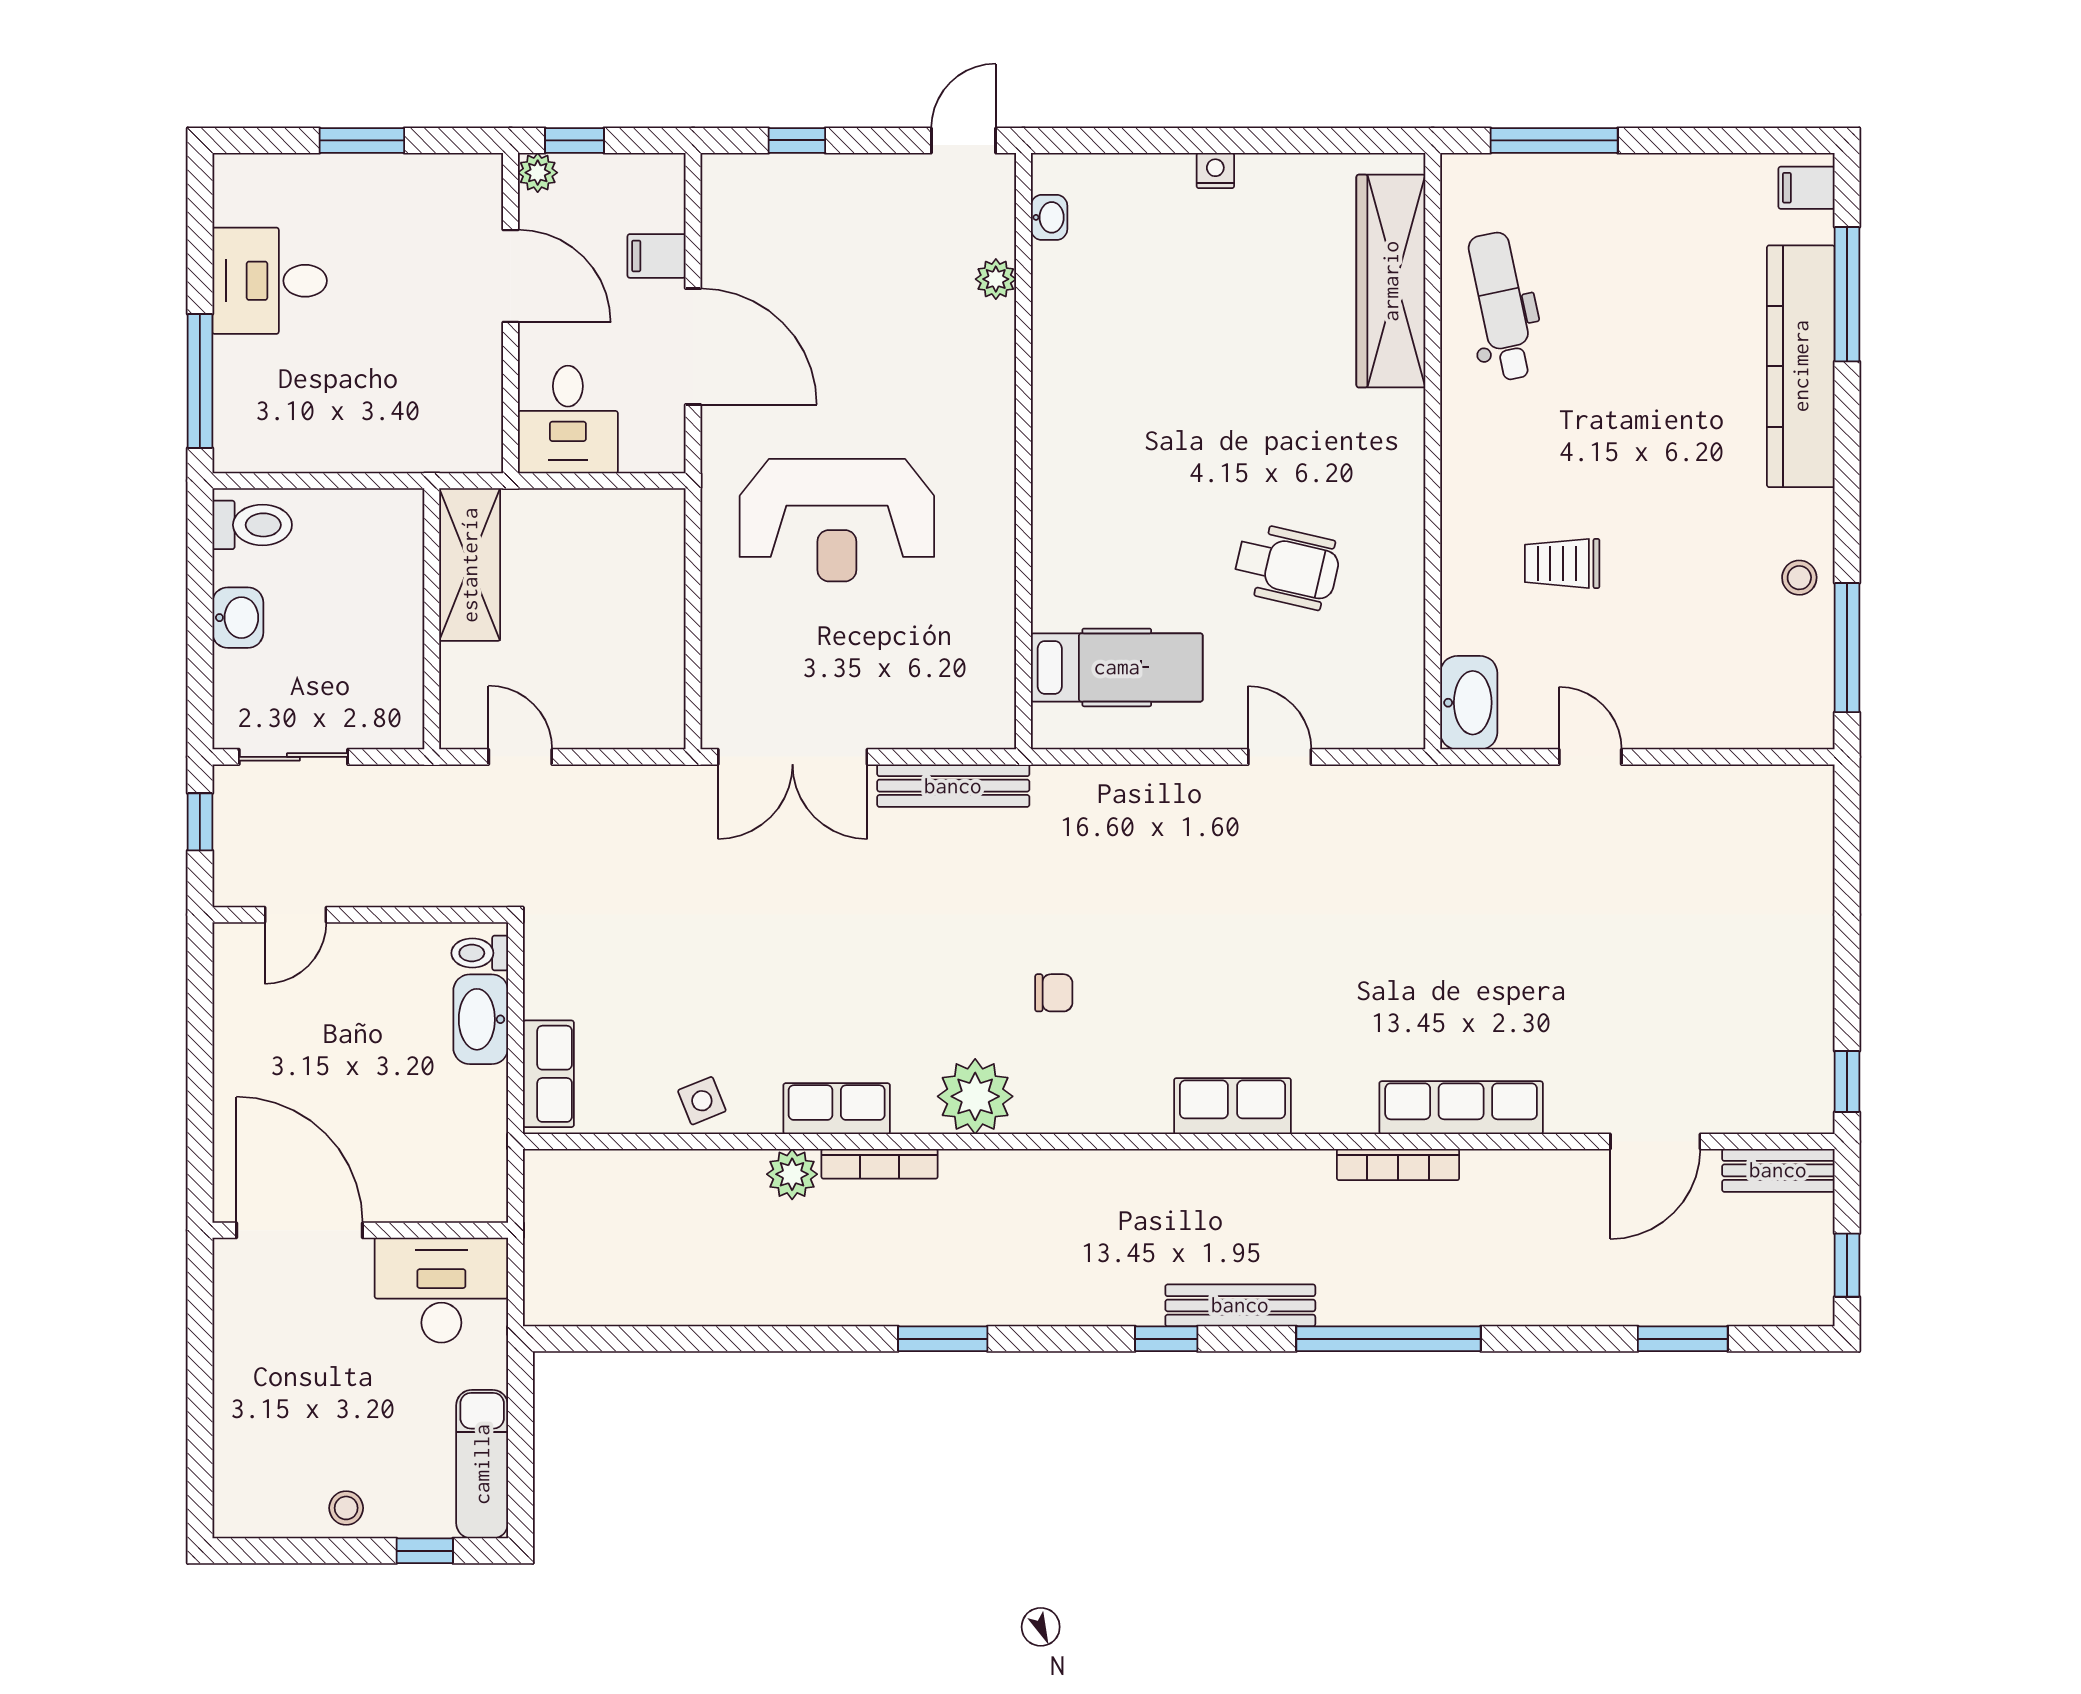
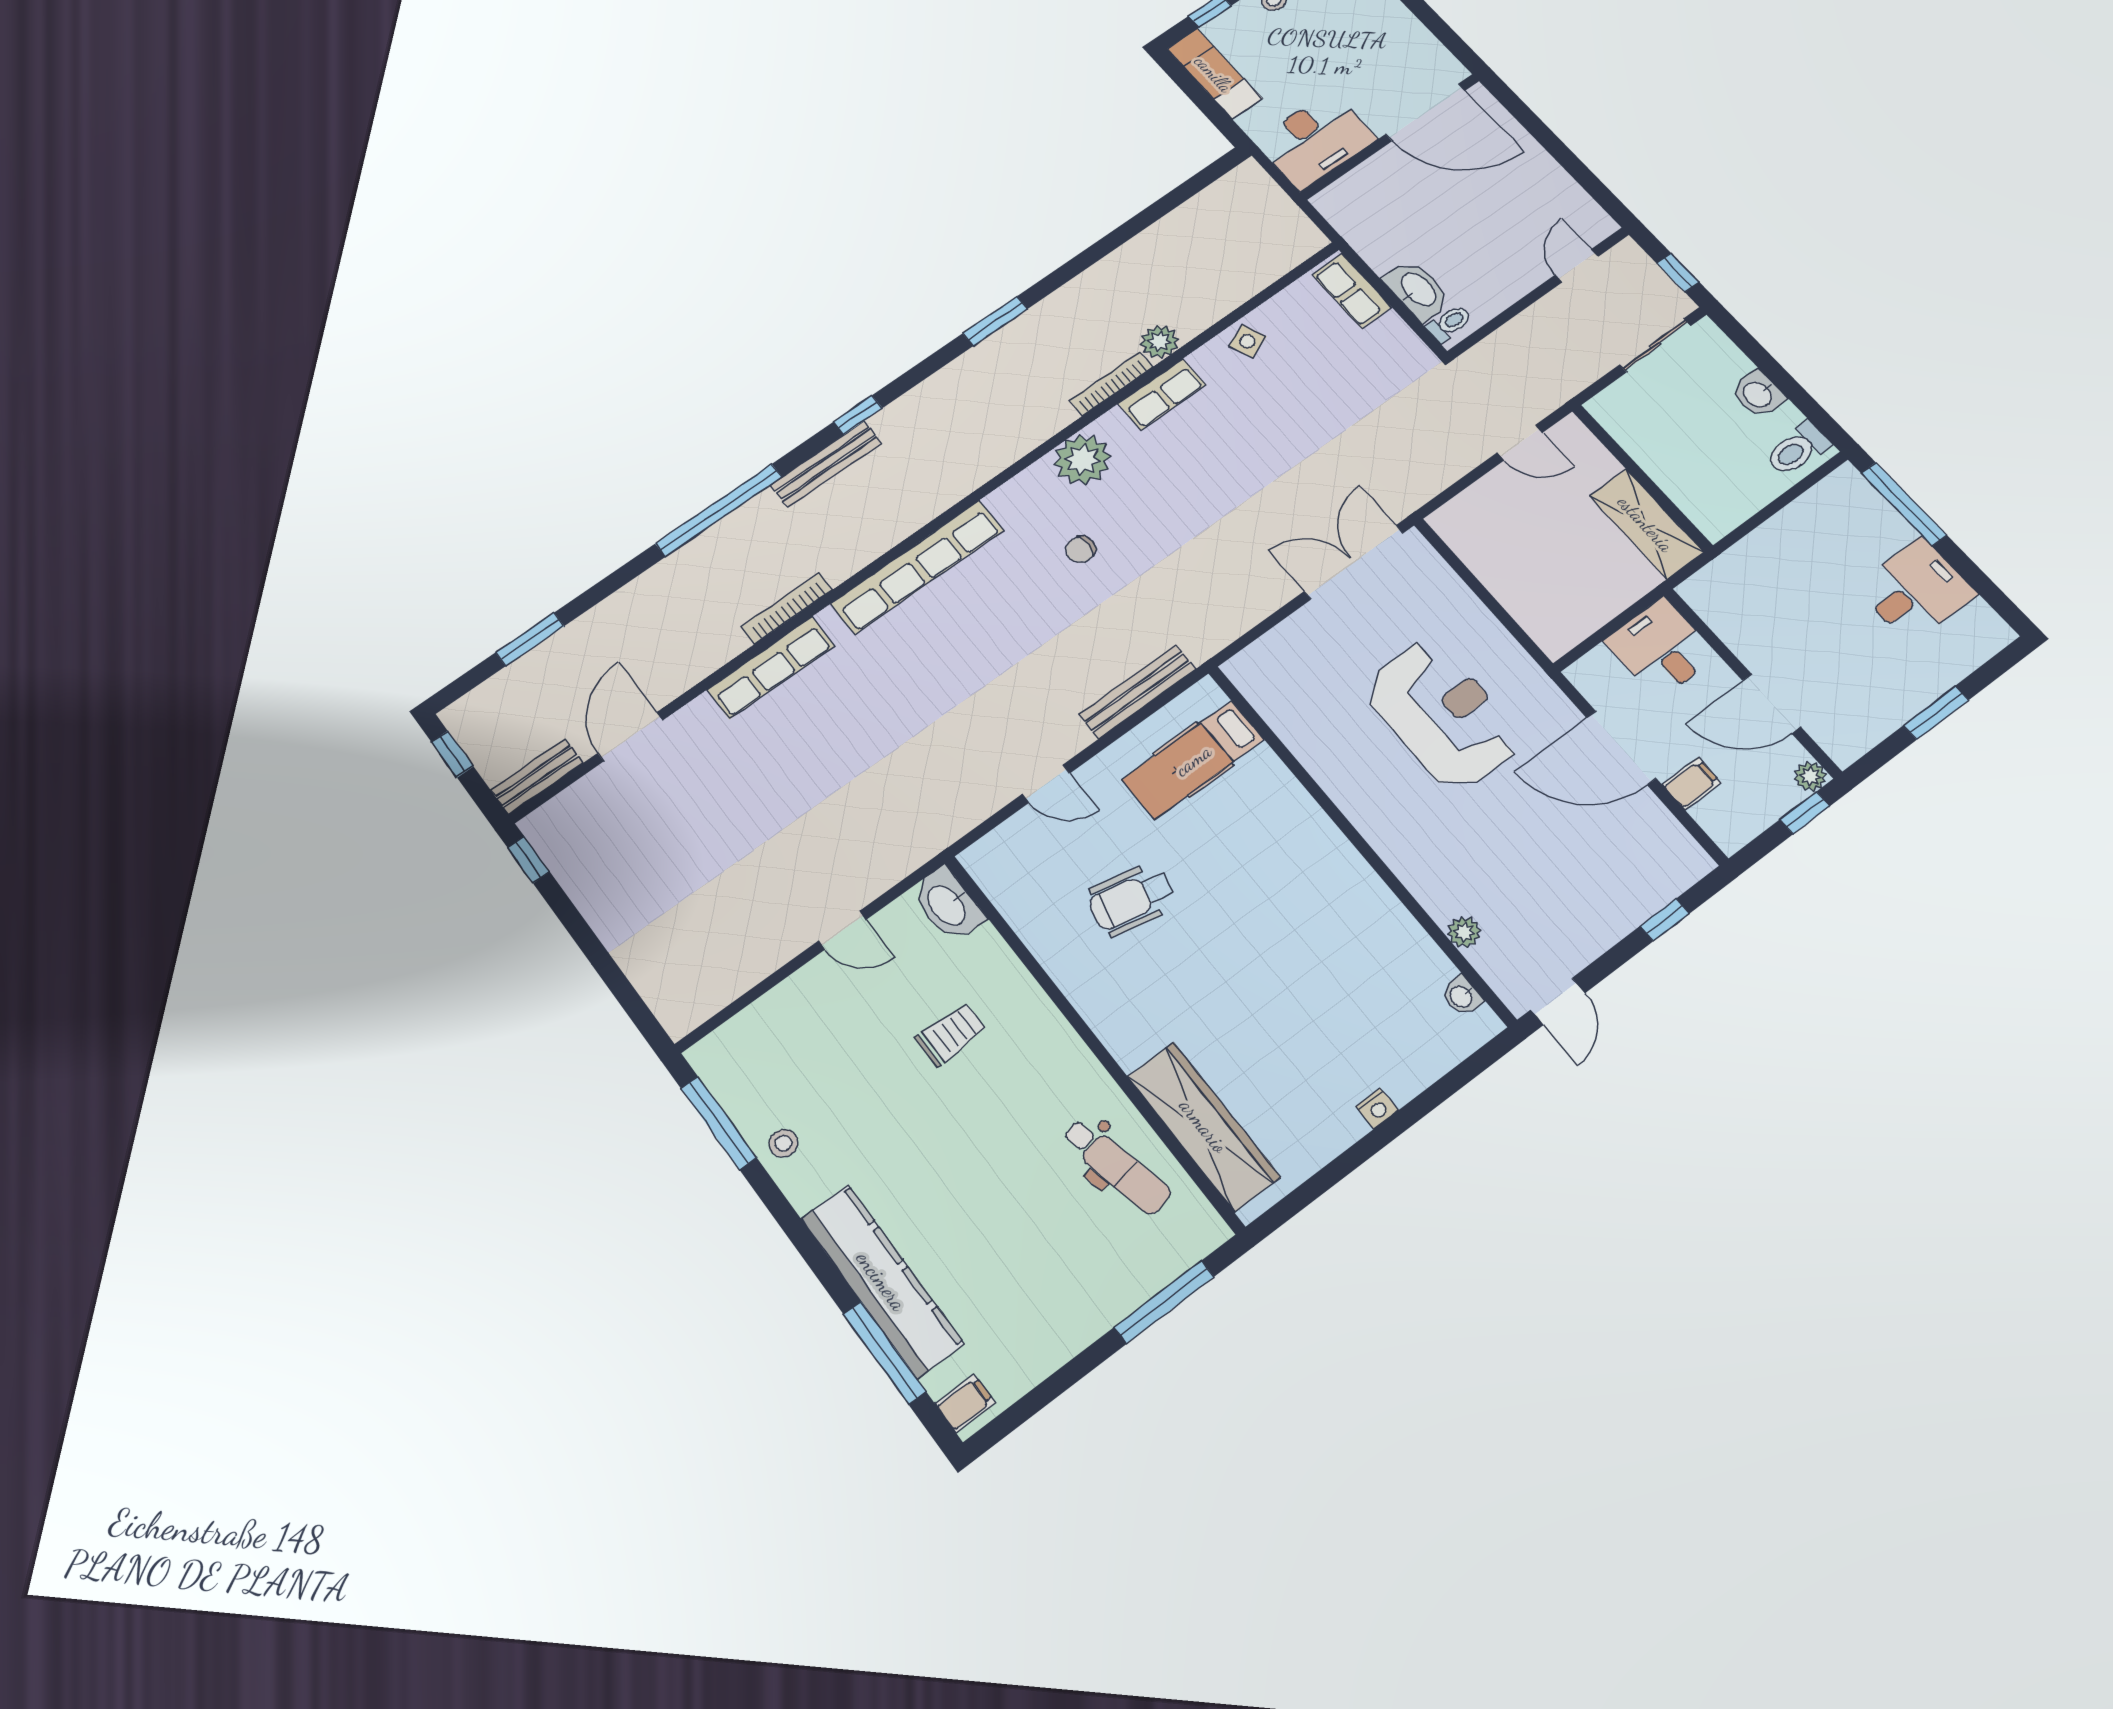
reception desk: (837, 520) -> (1442, 715), turned 90
bench: (953, 786) -> (1138, 692), moved
row of seats: (1233, 1106) -> (917, 567), width x2.02

